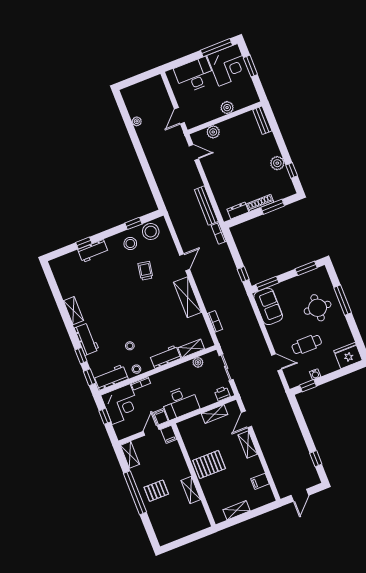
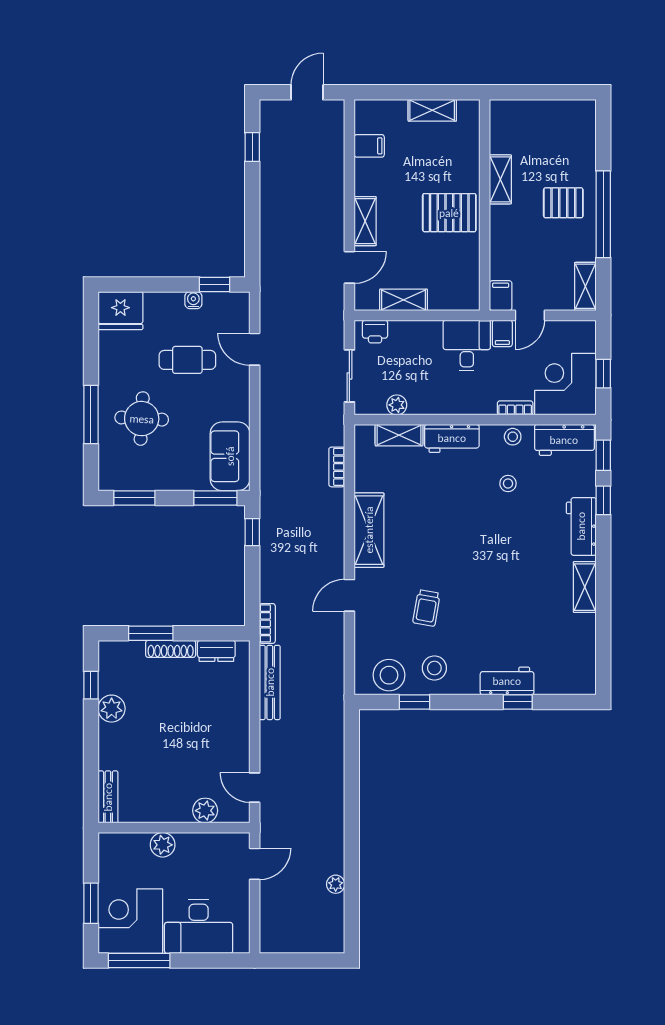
desk: (180, 402) -> (467, 346), width x0.73

